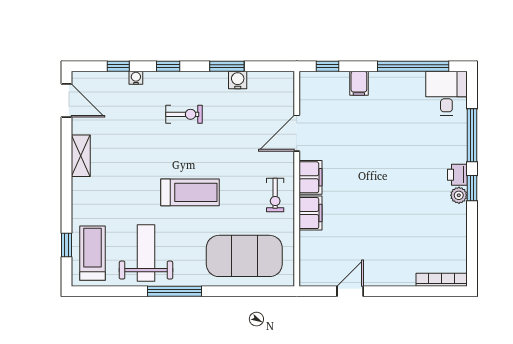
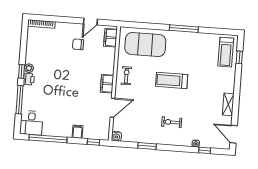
window: (168, 66) -> (178, 148), removed
water cooler: (238, 80) -> (116, 136), moved
filing cabinet: (310, 213) -> (110, 38), moved
chair: (370, 247) -> (78, 44), added
weight bench: (146, 253) -> (197, 50), removed

